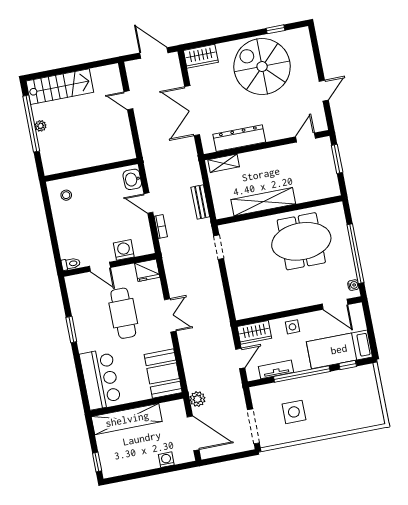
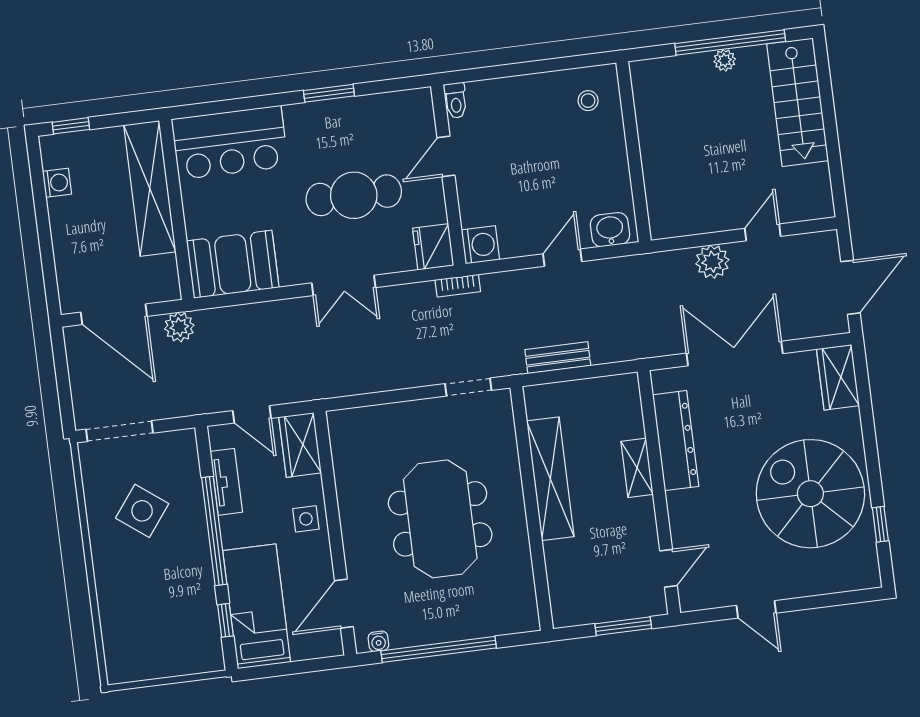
spiral stairs: (262, 67) -> (810, 494), turned -90
plant: (145, 125) -> (712, 262), added
door: (306, 137) -> (668, 568), hinge flipped
shelving: (224, 163) -> (637, 468), moved
bookcase: (161, 226) -> (458, 286), moved
meeting table: (301, 241) -> (440, 519), moved
washing machine: (124, 250) -> (480, 245), moved
side table: (294, 412) -> (142, 511), turned 37
door: (193, 433) -> (114, 314), hinge flipped
washing machine: (166, 460) -> (57, 183), moved

